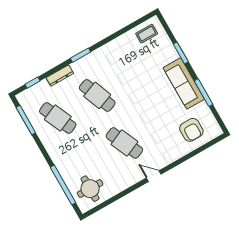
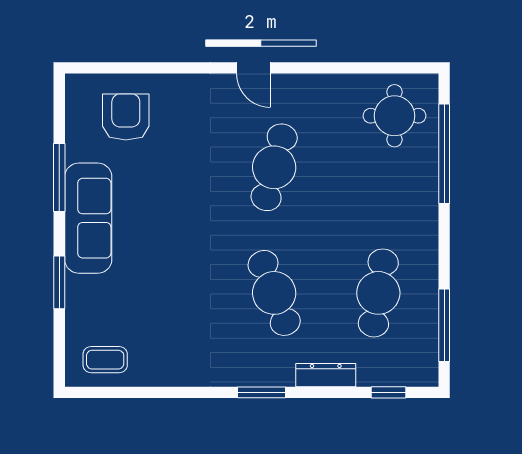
cafe table: (58, 118) -> (378, 293), turned 33
cafe table: (124, 143) -> (274, 167), turned 39

